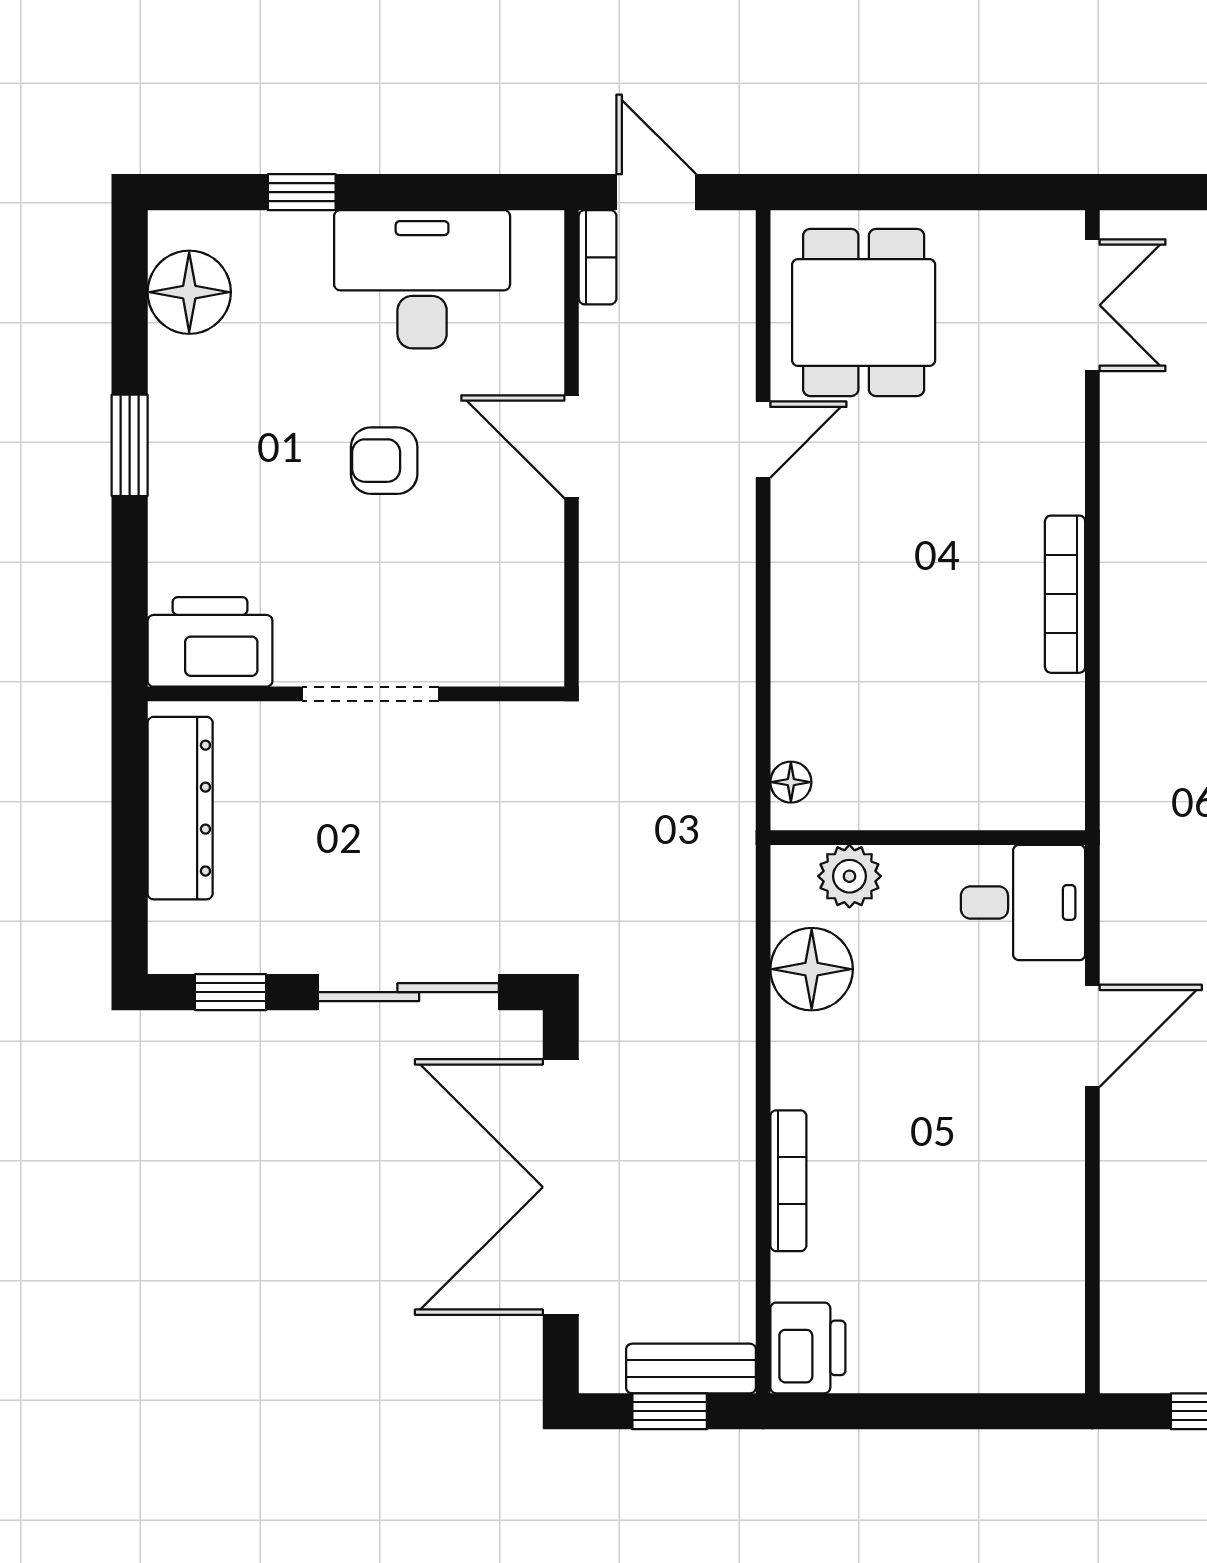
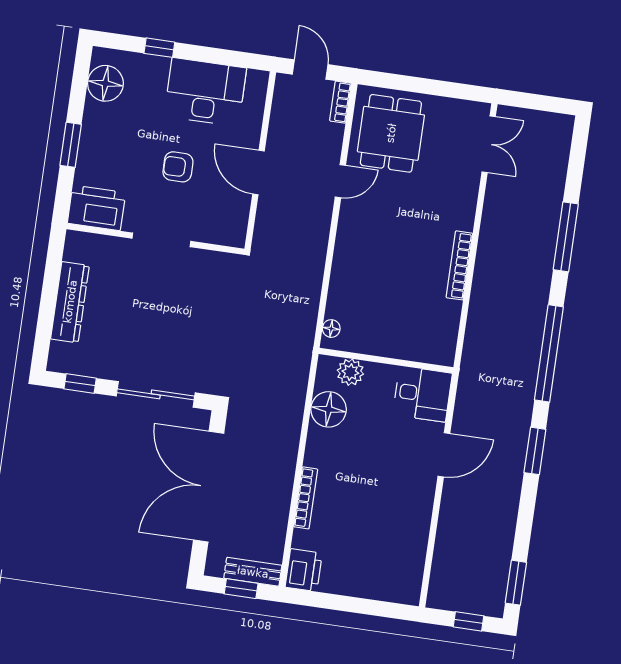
bookcase: (598, 257) -> (340, 102), moved, turned 180
printer: (210, 642) -> (96, 208), moved
wall: (356, 694) -> (155, 239), moved
doorway: (370, 694) -> (161, 240), moved

